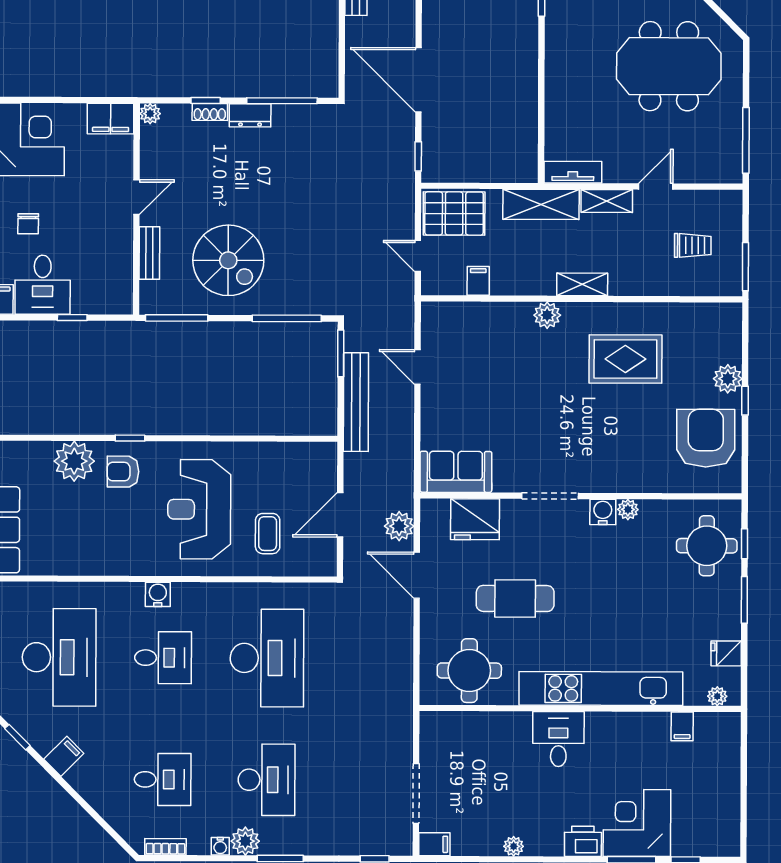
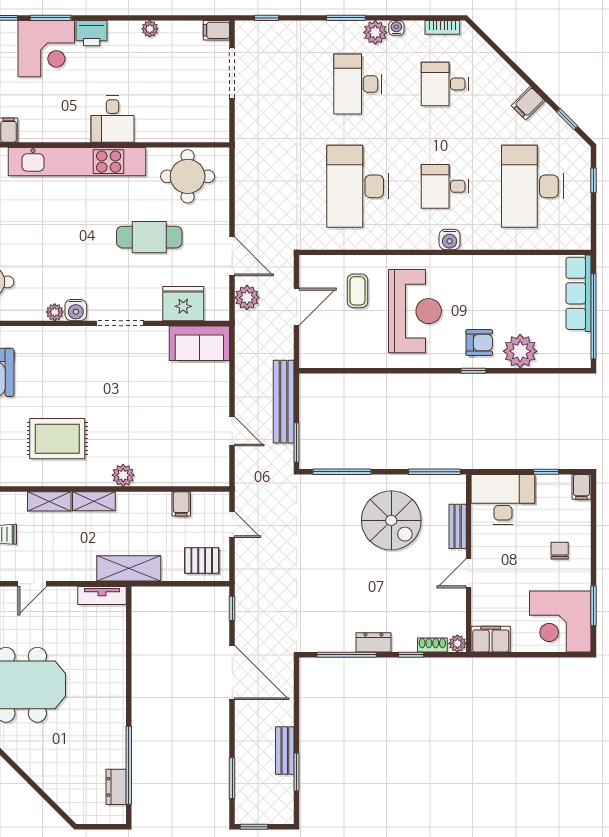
shoe rack: (210, 112) -> (432, 645), moved
shelving: (607, 201) -> (49, 501), moved
pallet: (454, 213) -> (202, 560), width x0.67, depth x0.71
spiral stairs: (228, 260) -> (391, 520), turned 180
desk: (43, 285) -> (503, 499), moved, width x1.37
window: (72, 318) -> (546, 472), moved

